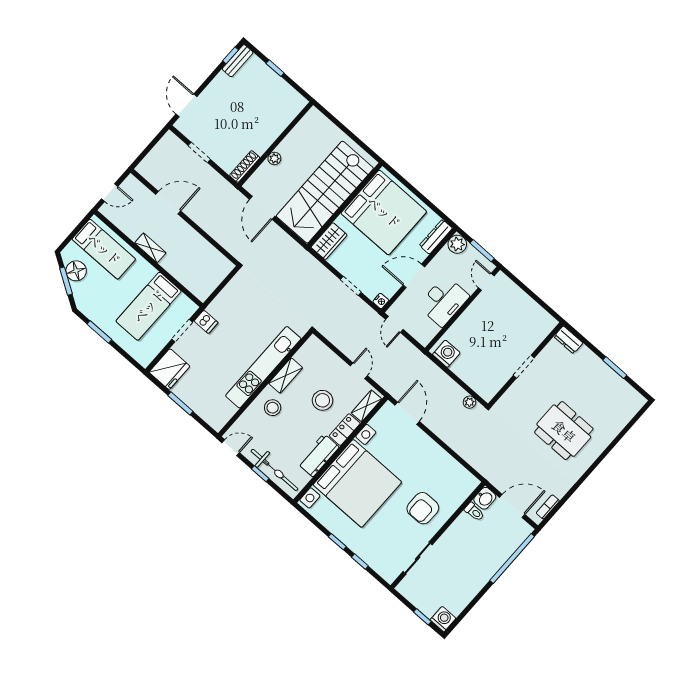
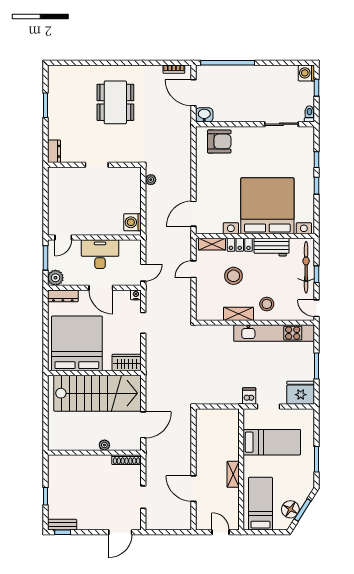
kitchen unit: (263, 367) -> (274, 333), moved
armchair: (423, 508) -> (219, 141), moved
toilet: (474, 512) -> (309, 114), moved

